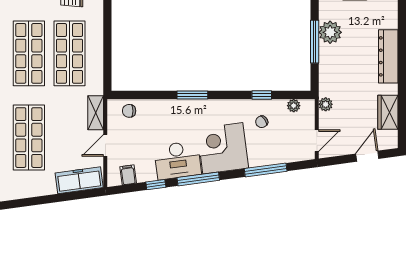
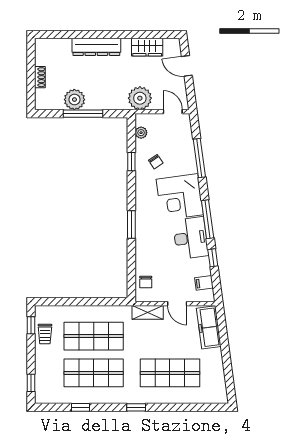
plant: (326, 104) -> (140, 98), width x1.87, depth x1.87

